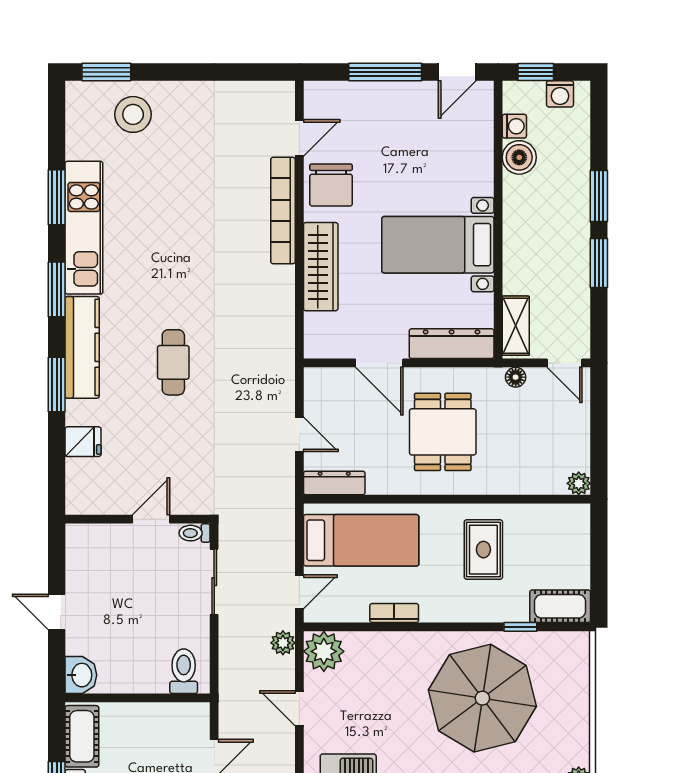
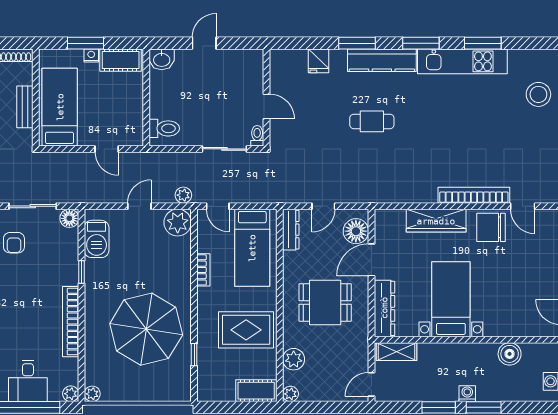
washing machine: (514, 126) -> (467, 394), moved, turned 180
floor lamp: (516, 377) -> (356, 231), moved, width x1.89, depth x1.89
plant: (527, 479) -> (294, 359), added
rug: (483, 550) -> (246, 330), width x1.36, depth x1.43
cot: (560, 606) -> (256, 391), moved, turned 90

